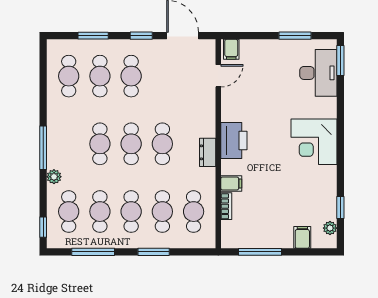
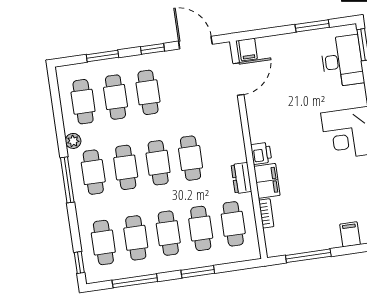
door: (218, 76) -> (238, 79), width x1.38
printer: (234, 140) -> (261, 153), width x0.53, depth x0.68
cafe table: (69, 144) -> (93, 172), added
dresser: (208, 152) -> (241, 178), moved
plant: (54, 177) -> (73, 141), moved
filing cabinet: (231, 183) -> (267, 181), width x2.00

